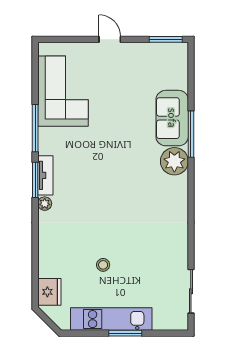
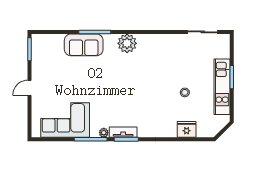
plant: (174, 161) -> (127, 43), moved
plant: (45, 204) -> (104, 133), moved
fridge: (49, 292) -> (187, 129), moved

